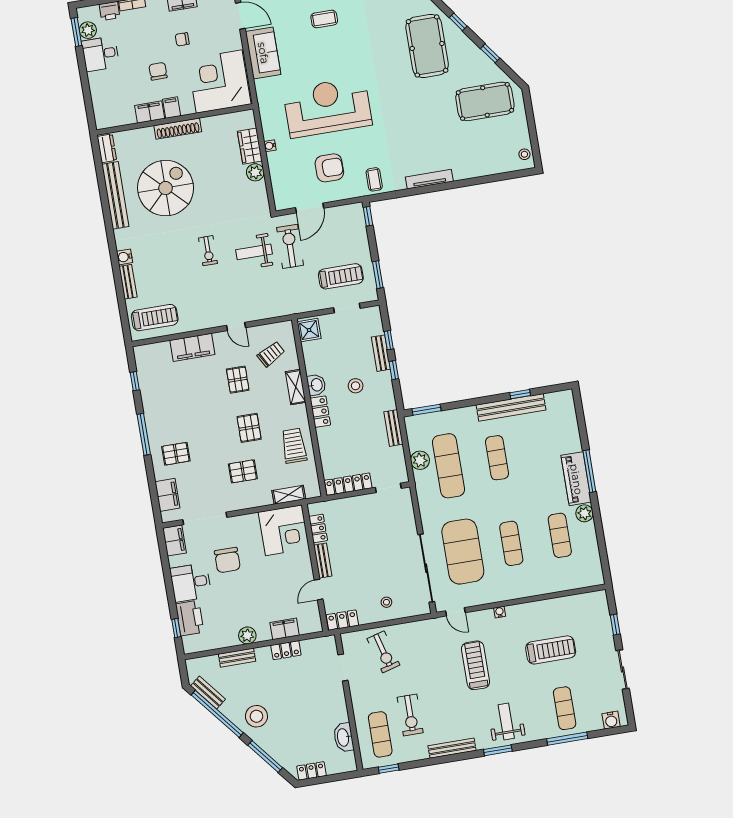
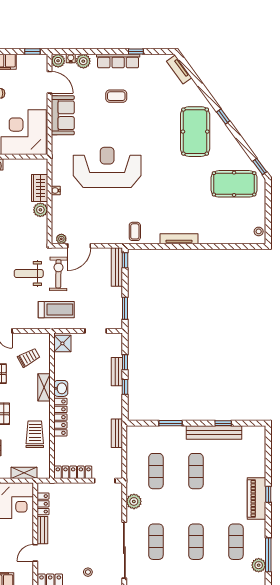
window: (490, 53) -> (260, 166), moved
armchair: (329, 168) -> (100, 216), removed
plant: (287, 203) -> (61, 239), added
bench: (360, 226) -> (117, 267), added
treadmill: (341, 276) -> (56, 310), moved
stool: (356, 386) -> (92, 394), removed
window: (426, 410) -> (171, 423), moved
locker: (320, 412) -> (60, 417), width x1.53
plant: (420, 460) -> (134, 501), moved
exercise mat: (448, 466) -> (156, 471), width x0.73, depth x0.69
window: (589, 471) -> (268, 494), width x0.46
plant: (585, 513) -> (259, 565), moved
window: (602, 545) -> (268, 555), added
exercise mat: (463, 552) -> (156, 542), width x0.50, depth x0.69

